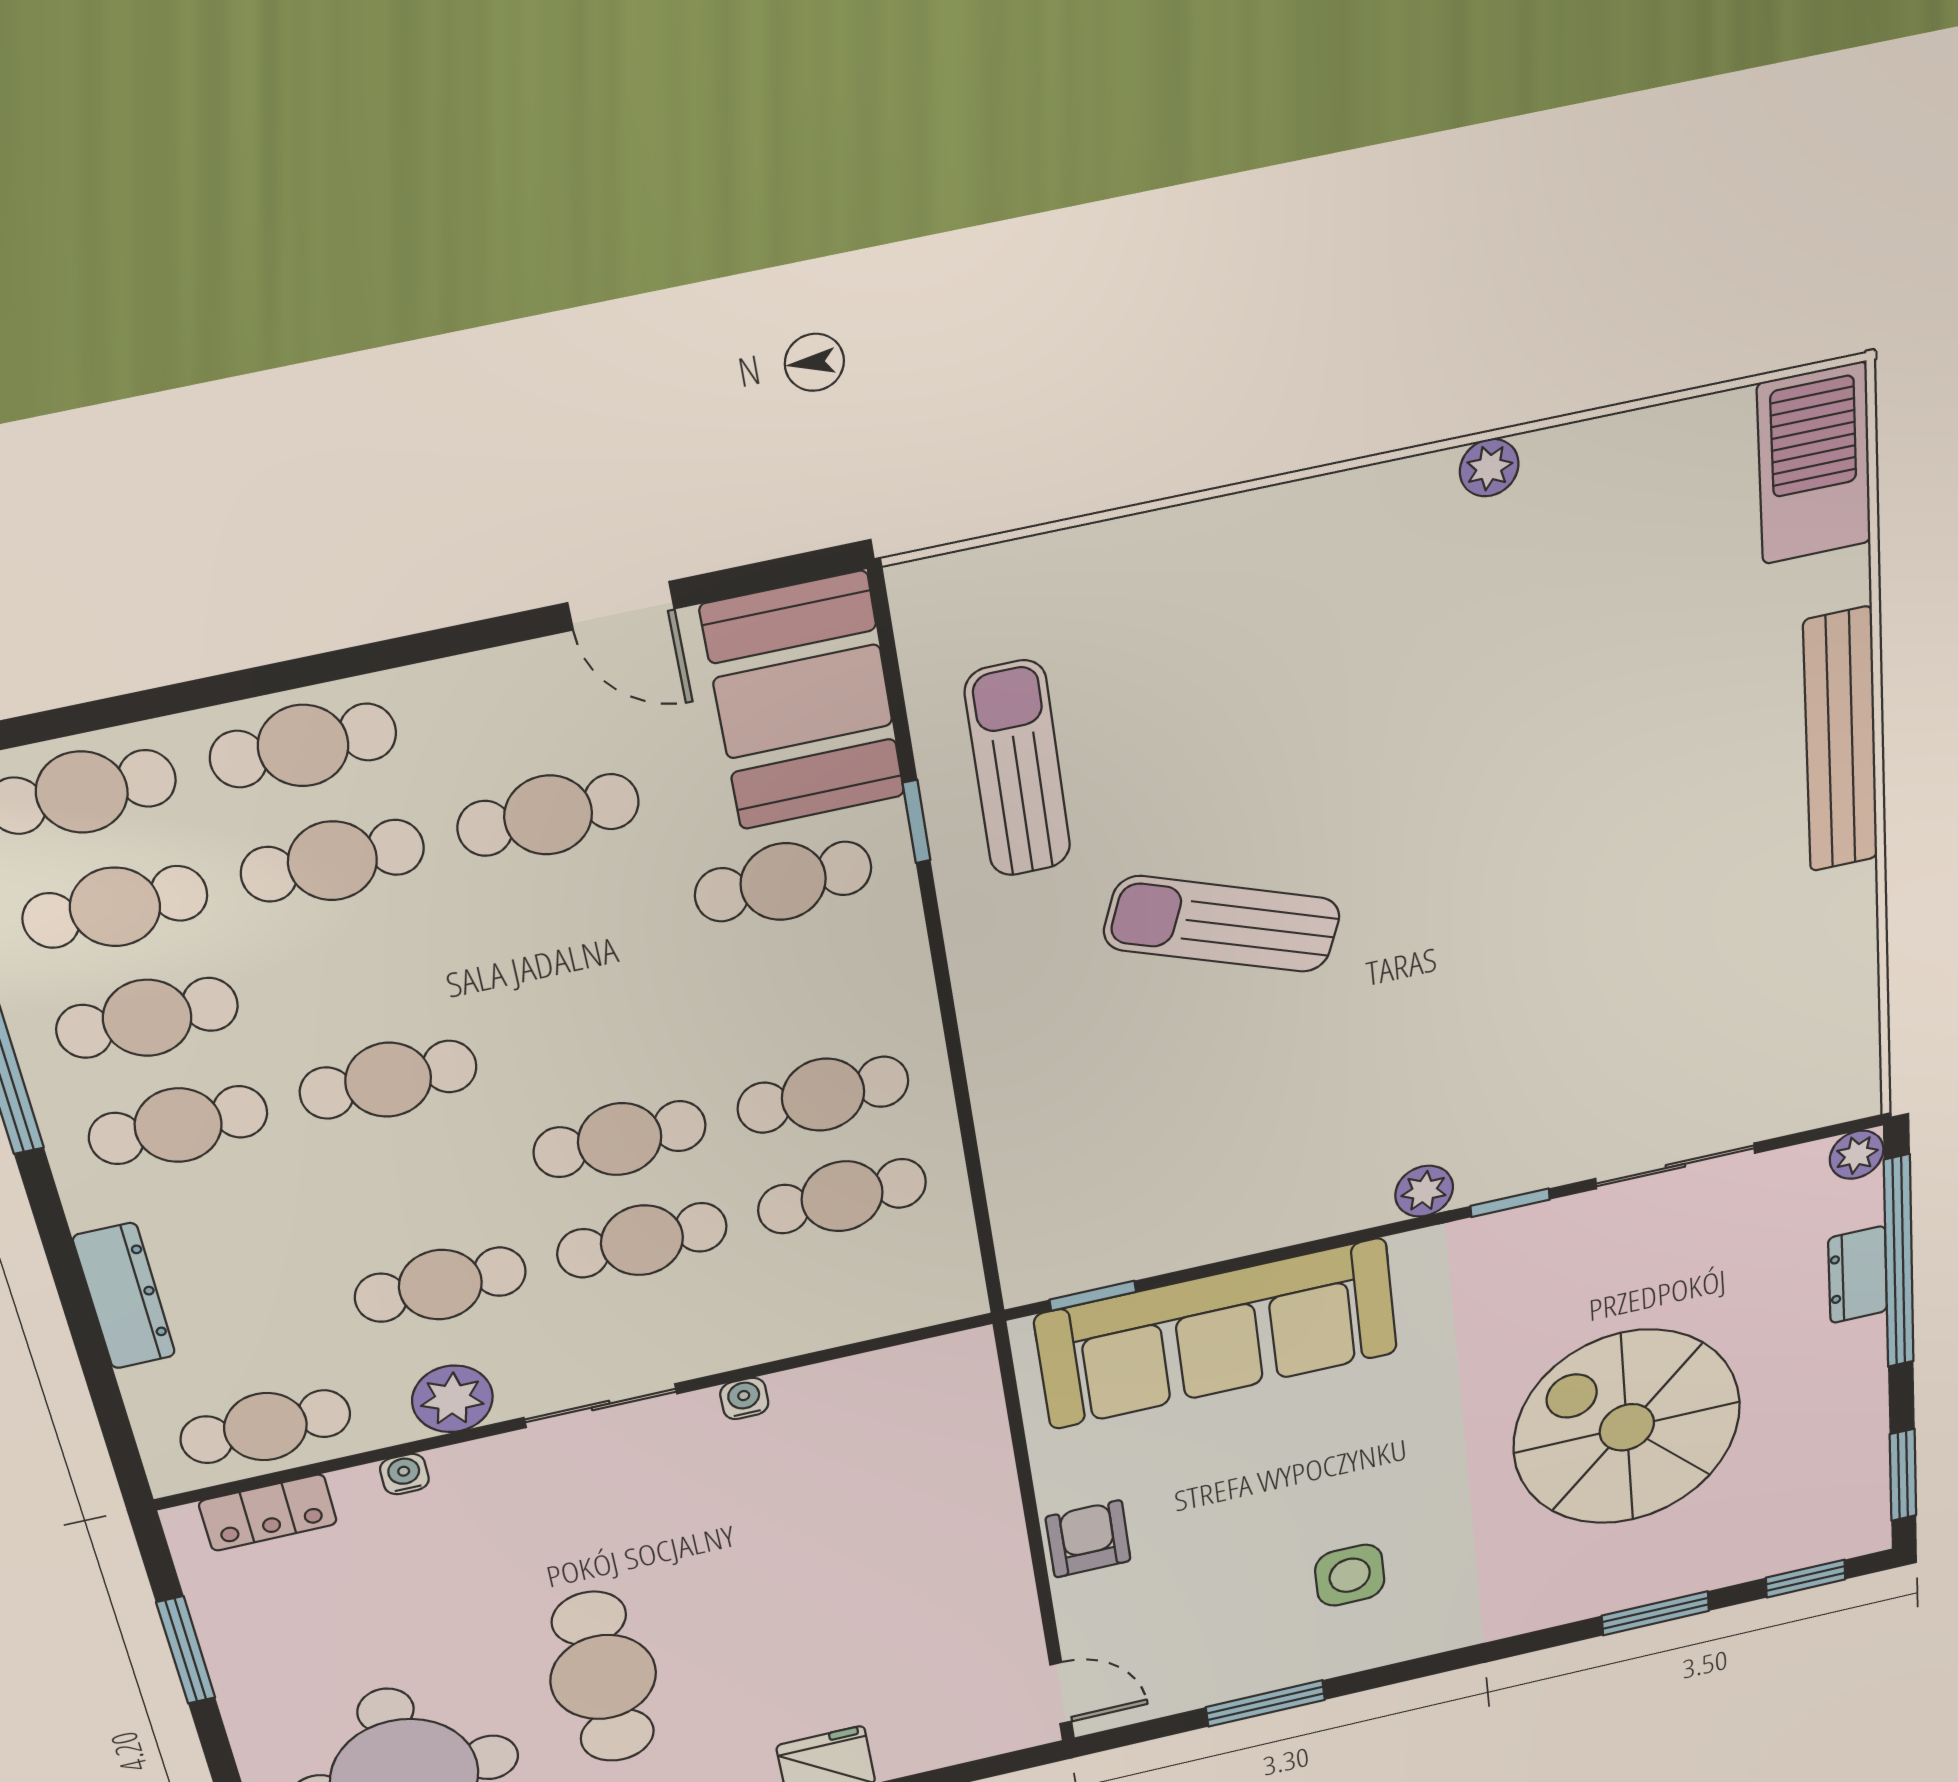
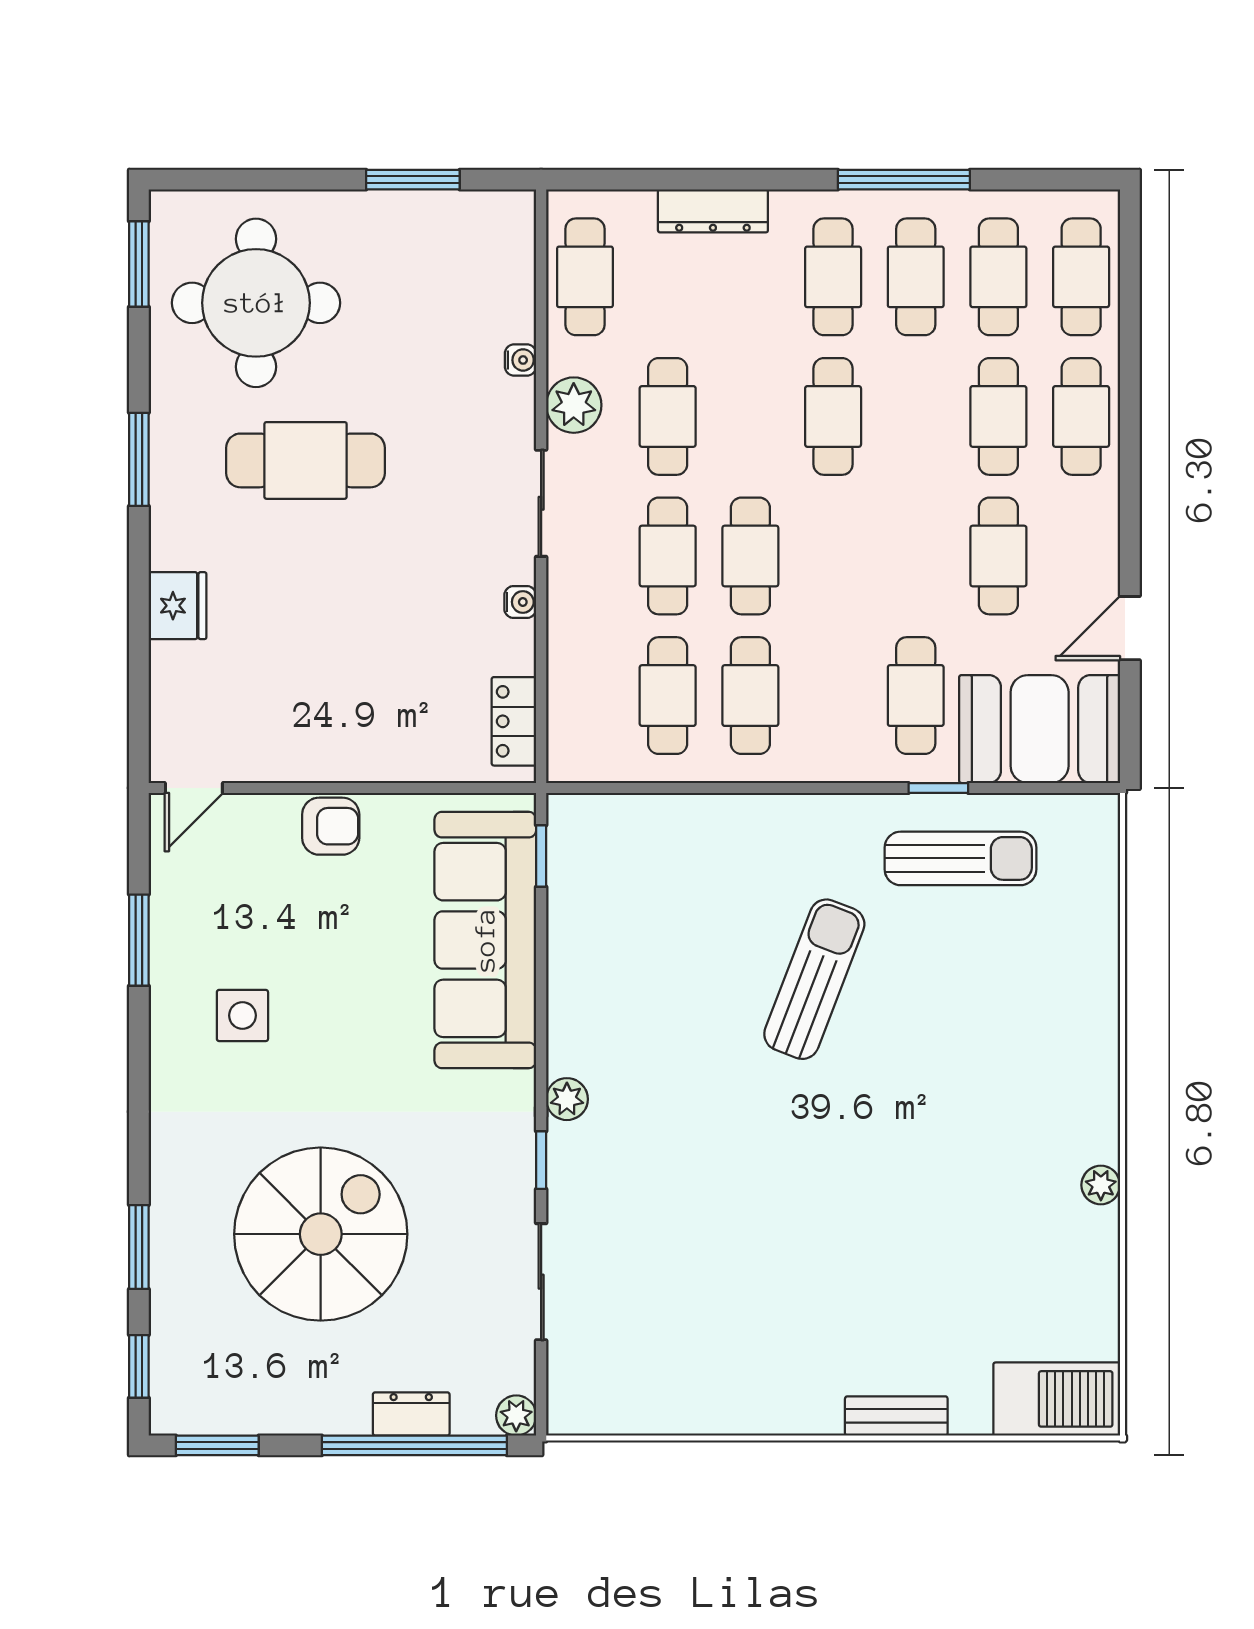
bench: (1841, 741) -> (896, 1416), width x0.54, depth x0.82
locker: (268, 1513) -> (514, 721), moved

